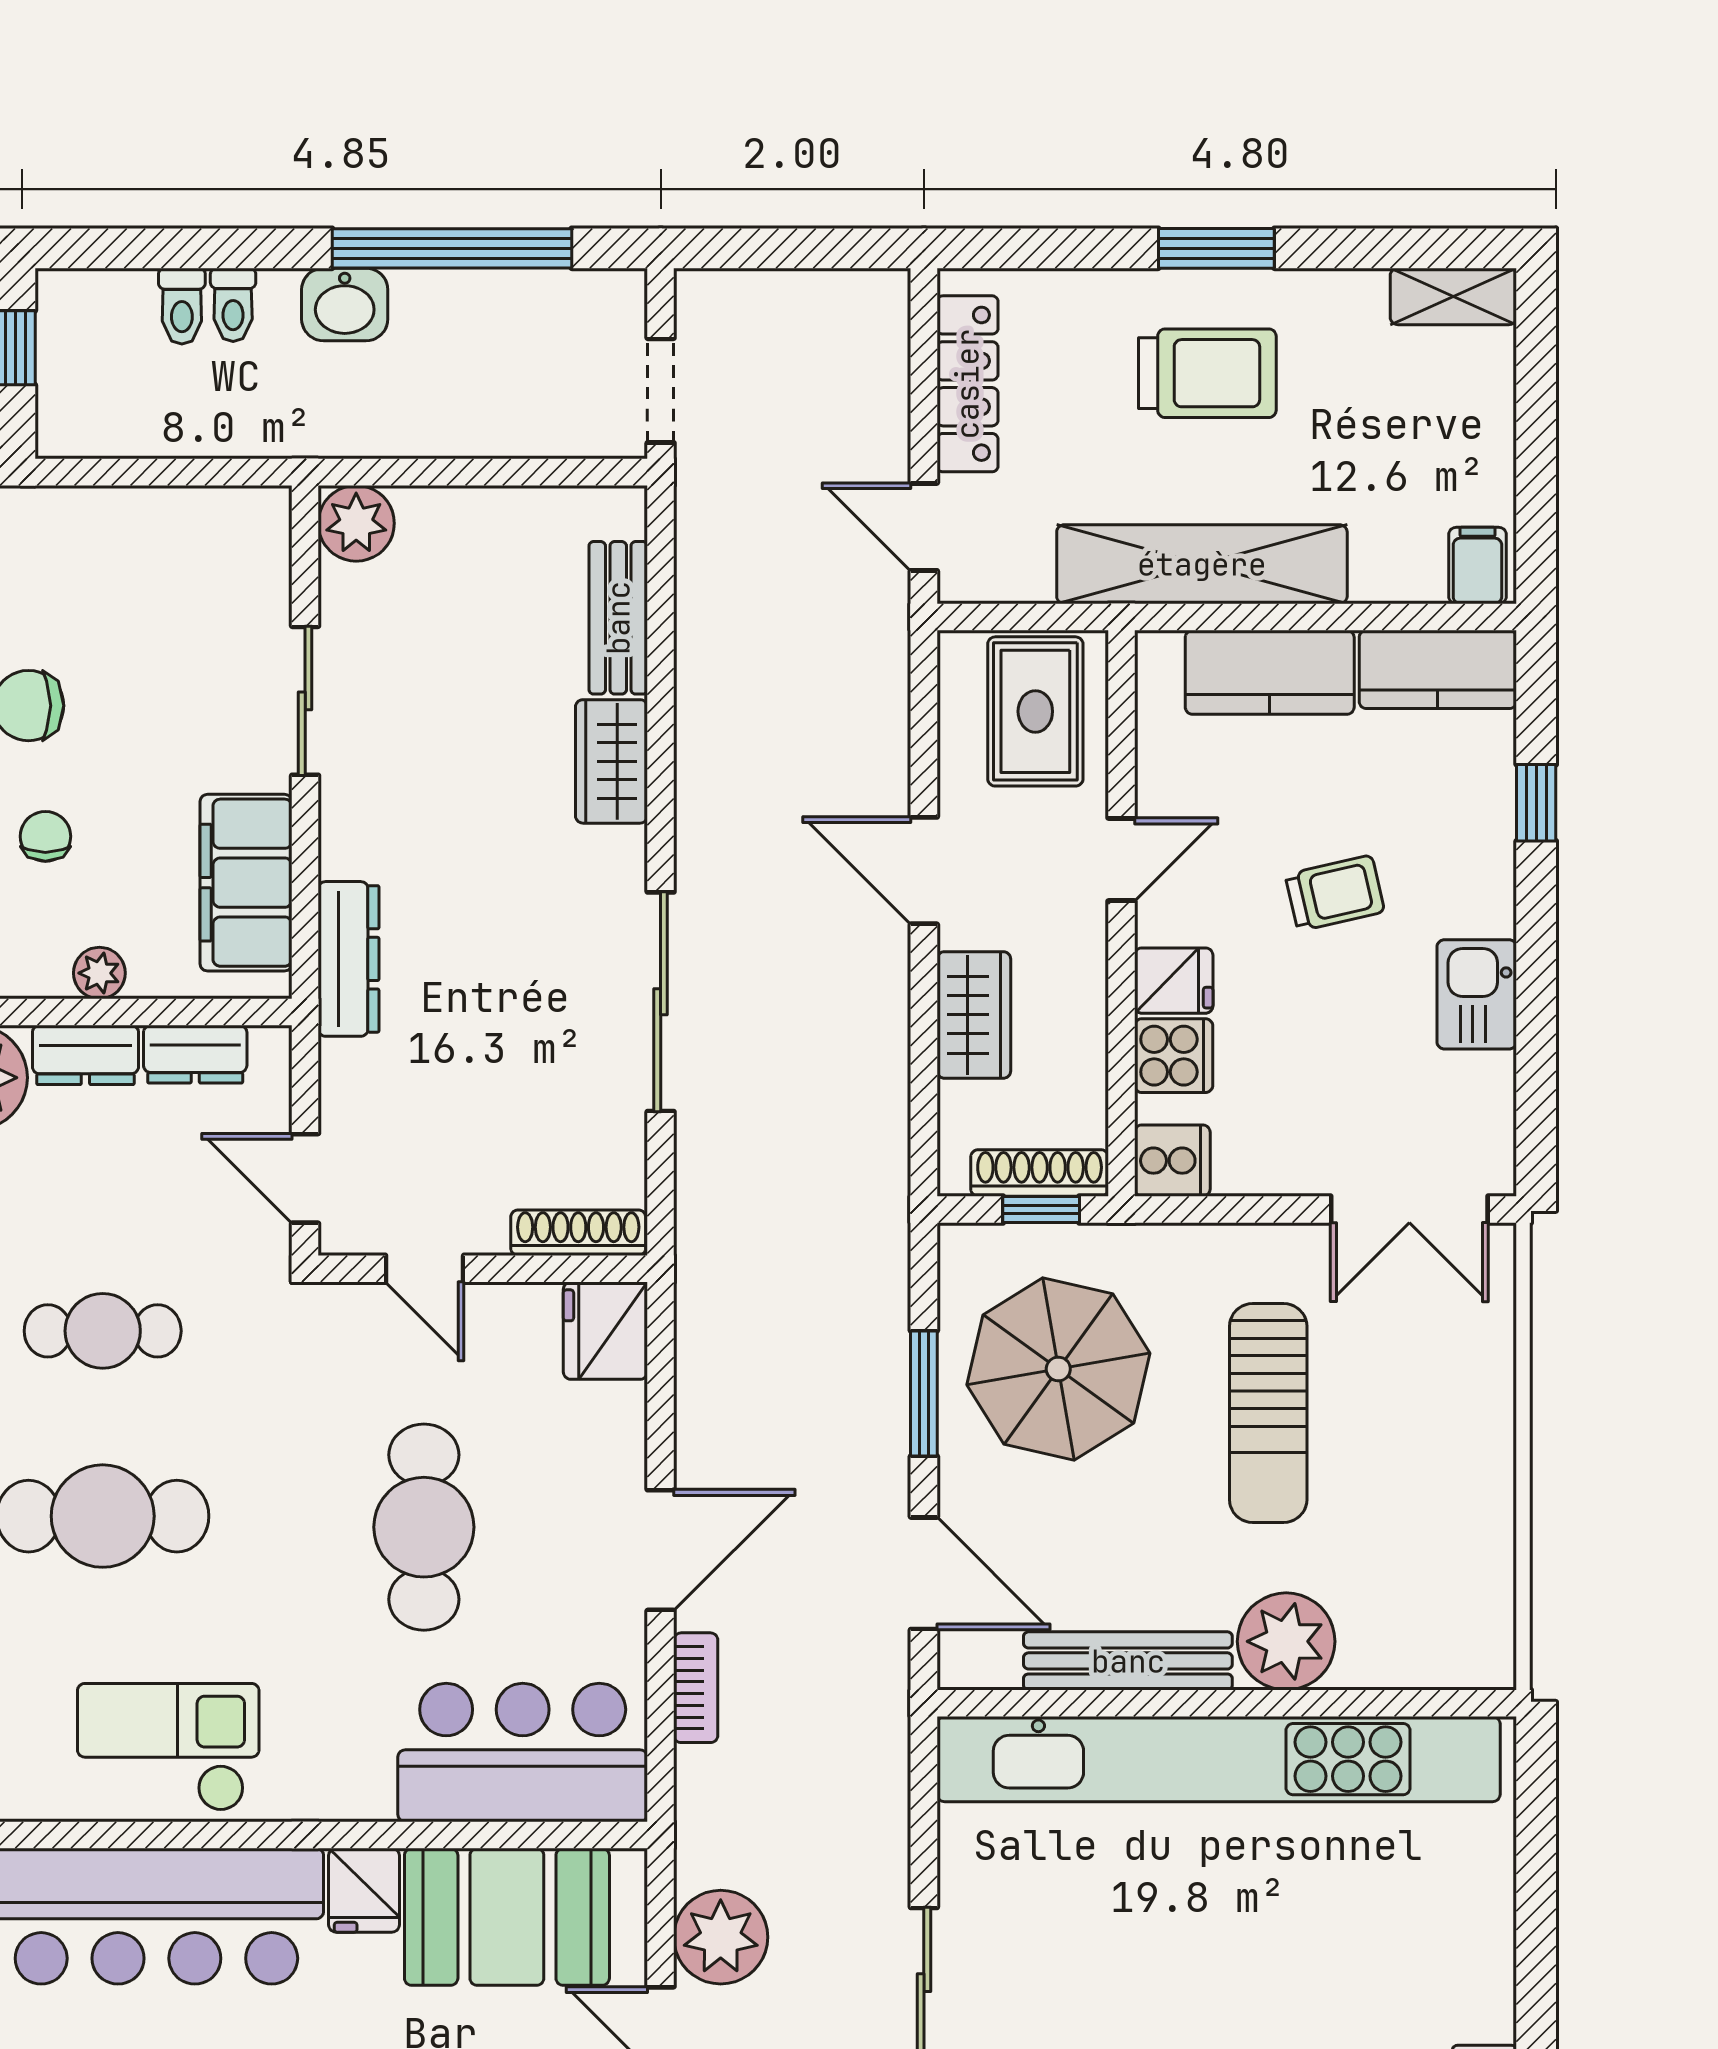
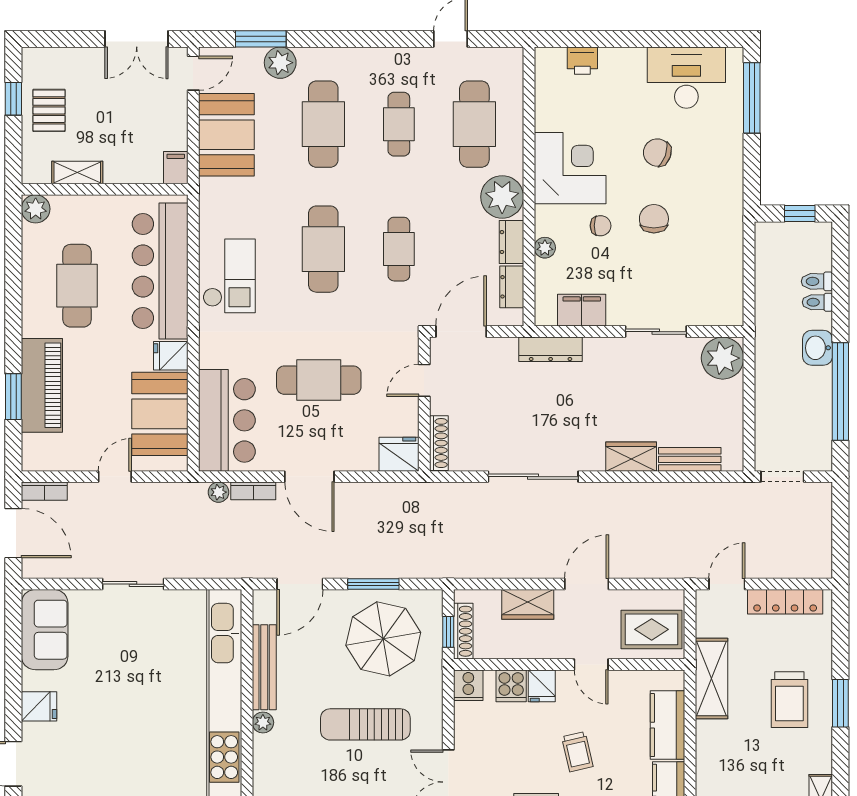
plant: (356, 523) -> (723, 358), width x1.36, depth x1.36
shelving: (1202, 564) -> (712, 679), width x0.68
filing cabinet: (246, 883) -> (582, 310), width x0.67, depth x0.86
door: (305, 1178) -> (461, 332), width x1.38
plant: (1286, 1641) -> (263, 723), width x0.53, depth x0.53
plant: (721, 1937) -> (218, 492), moved, width x0.53, depth x0.53

